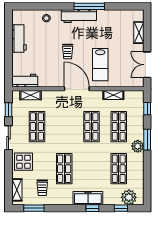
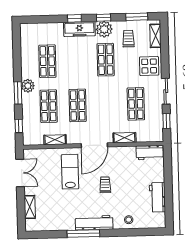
door: (77, 89) -> (94, 145), hinge flipped
shelving: (31, 95) -> (124, 138), moved
plant: (129, 197) -> (104, 29), moved
window: (121, 208) -> (104, 18), moved

